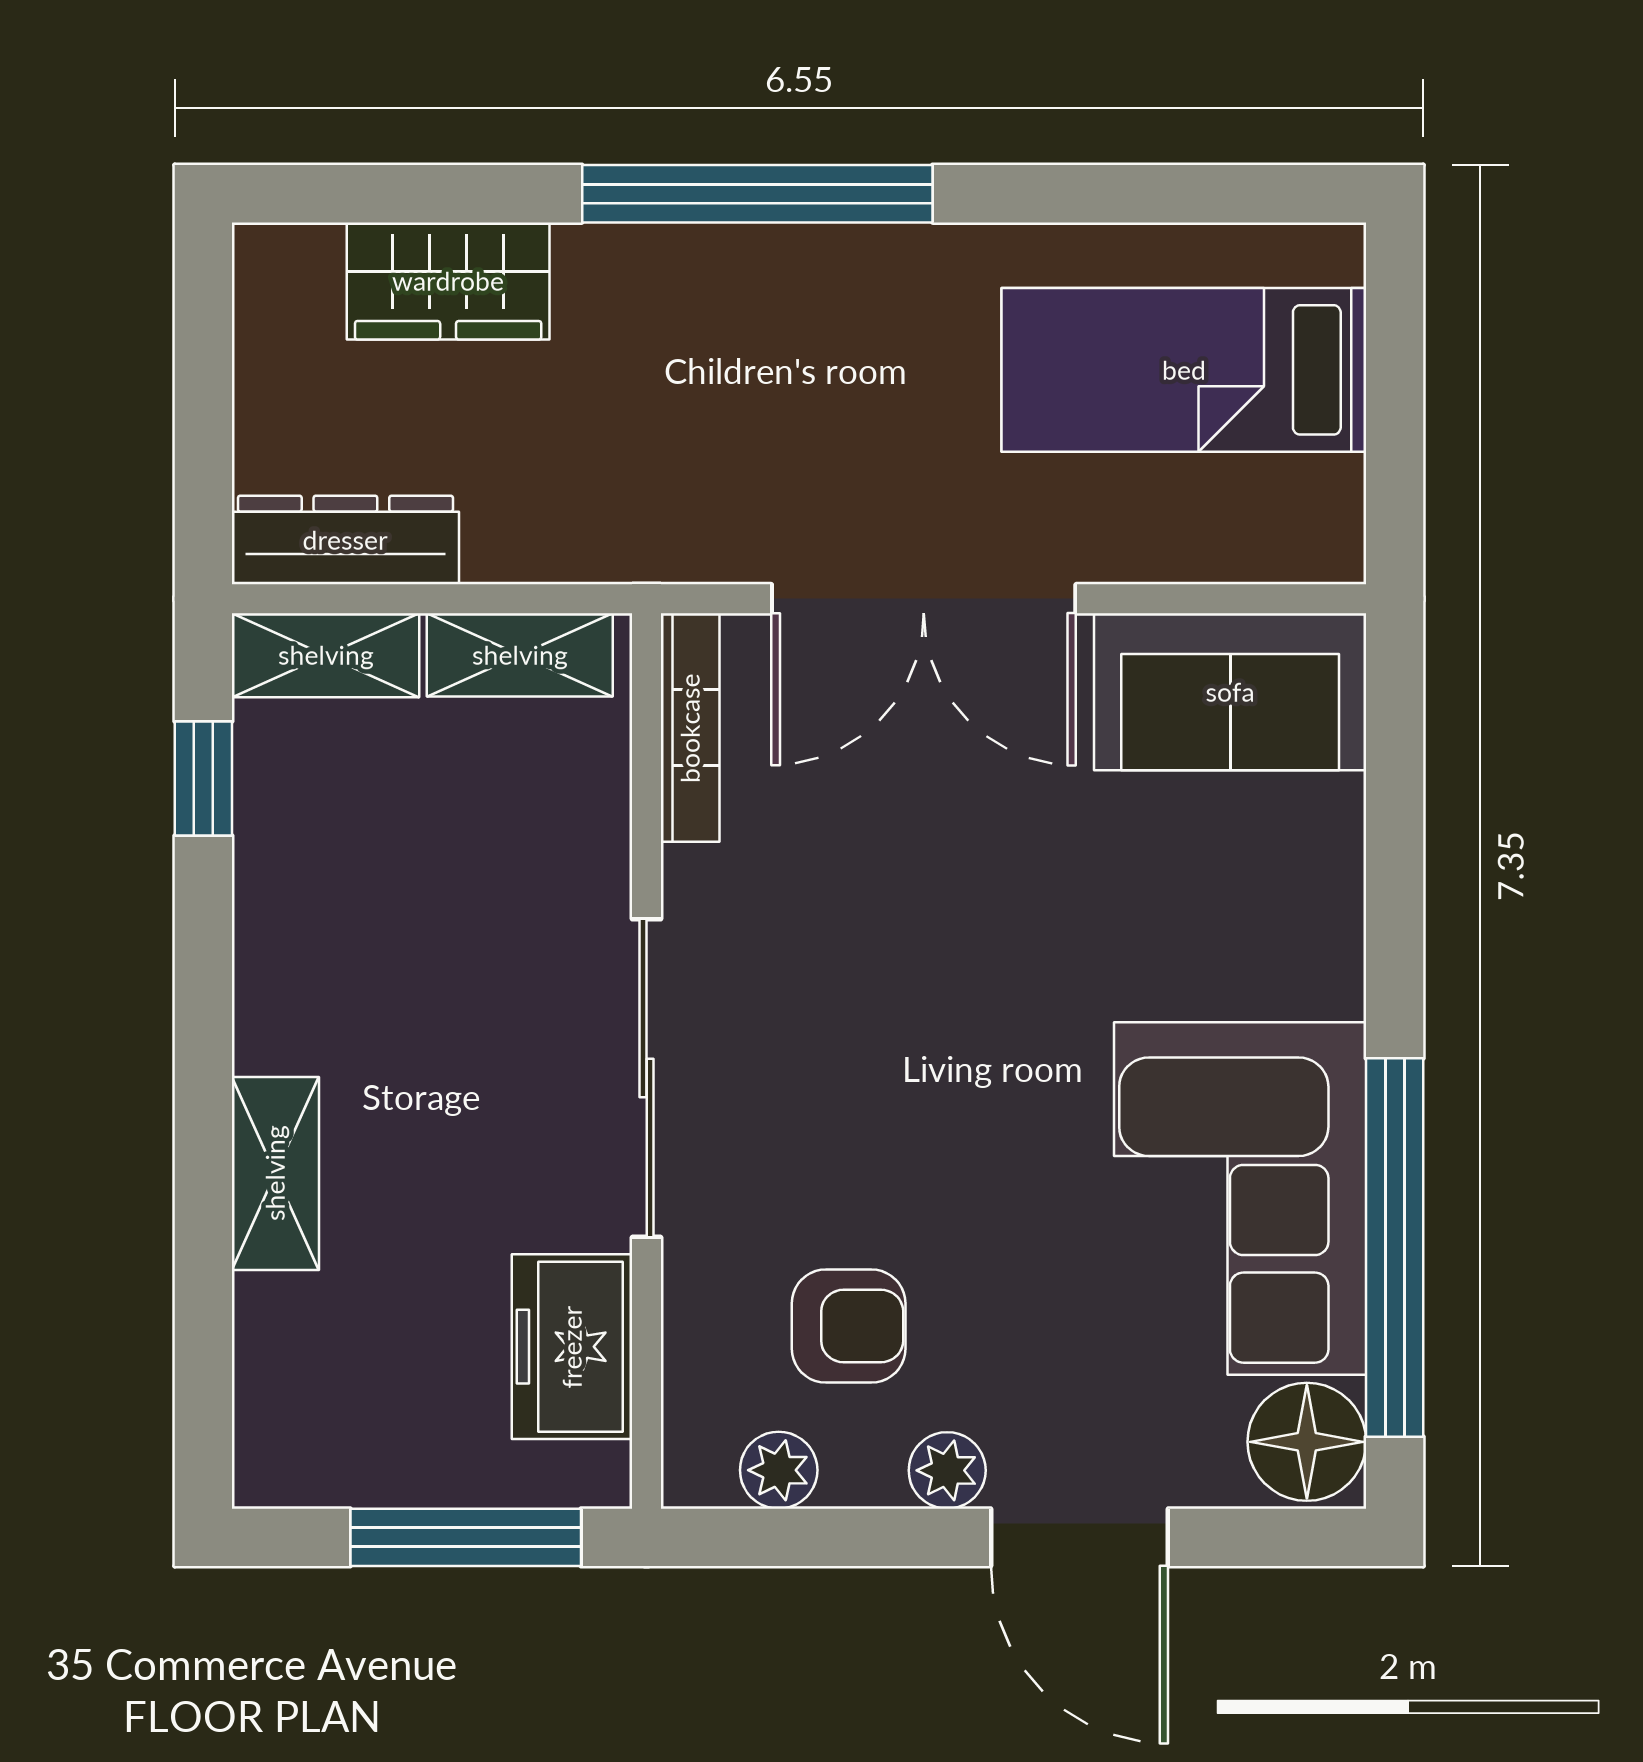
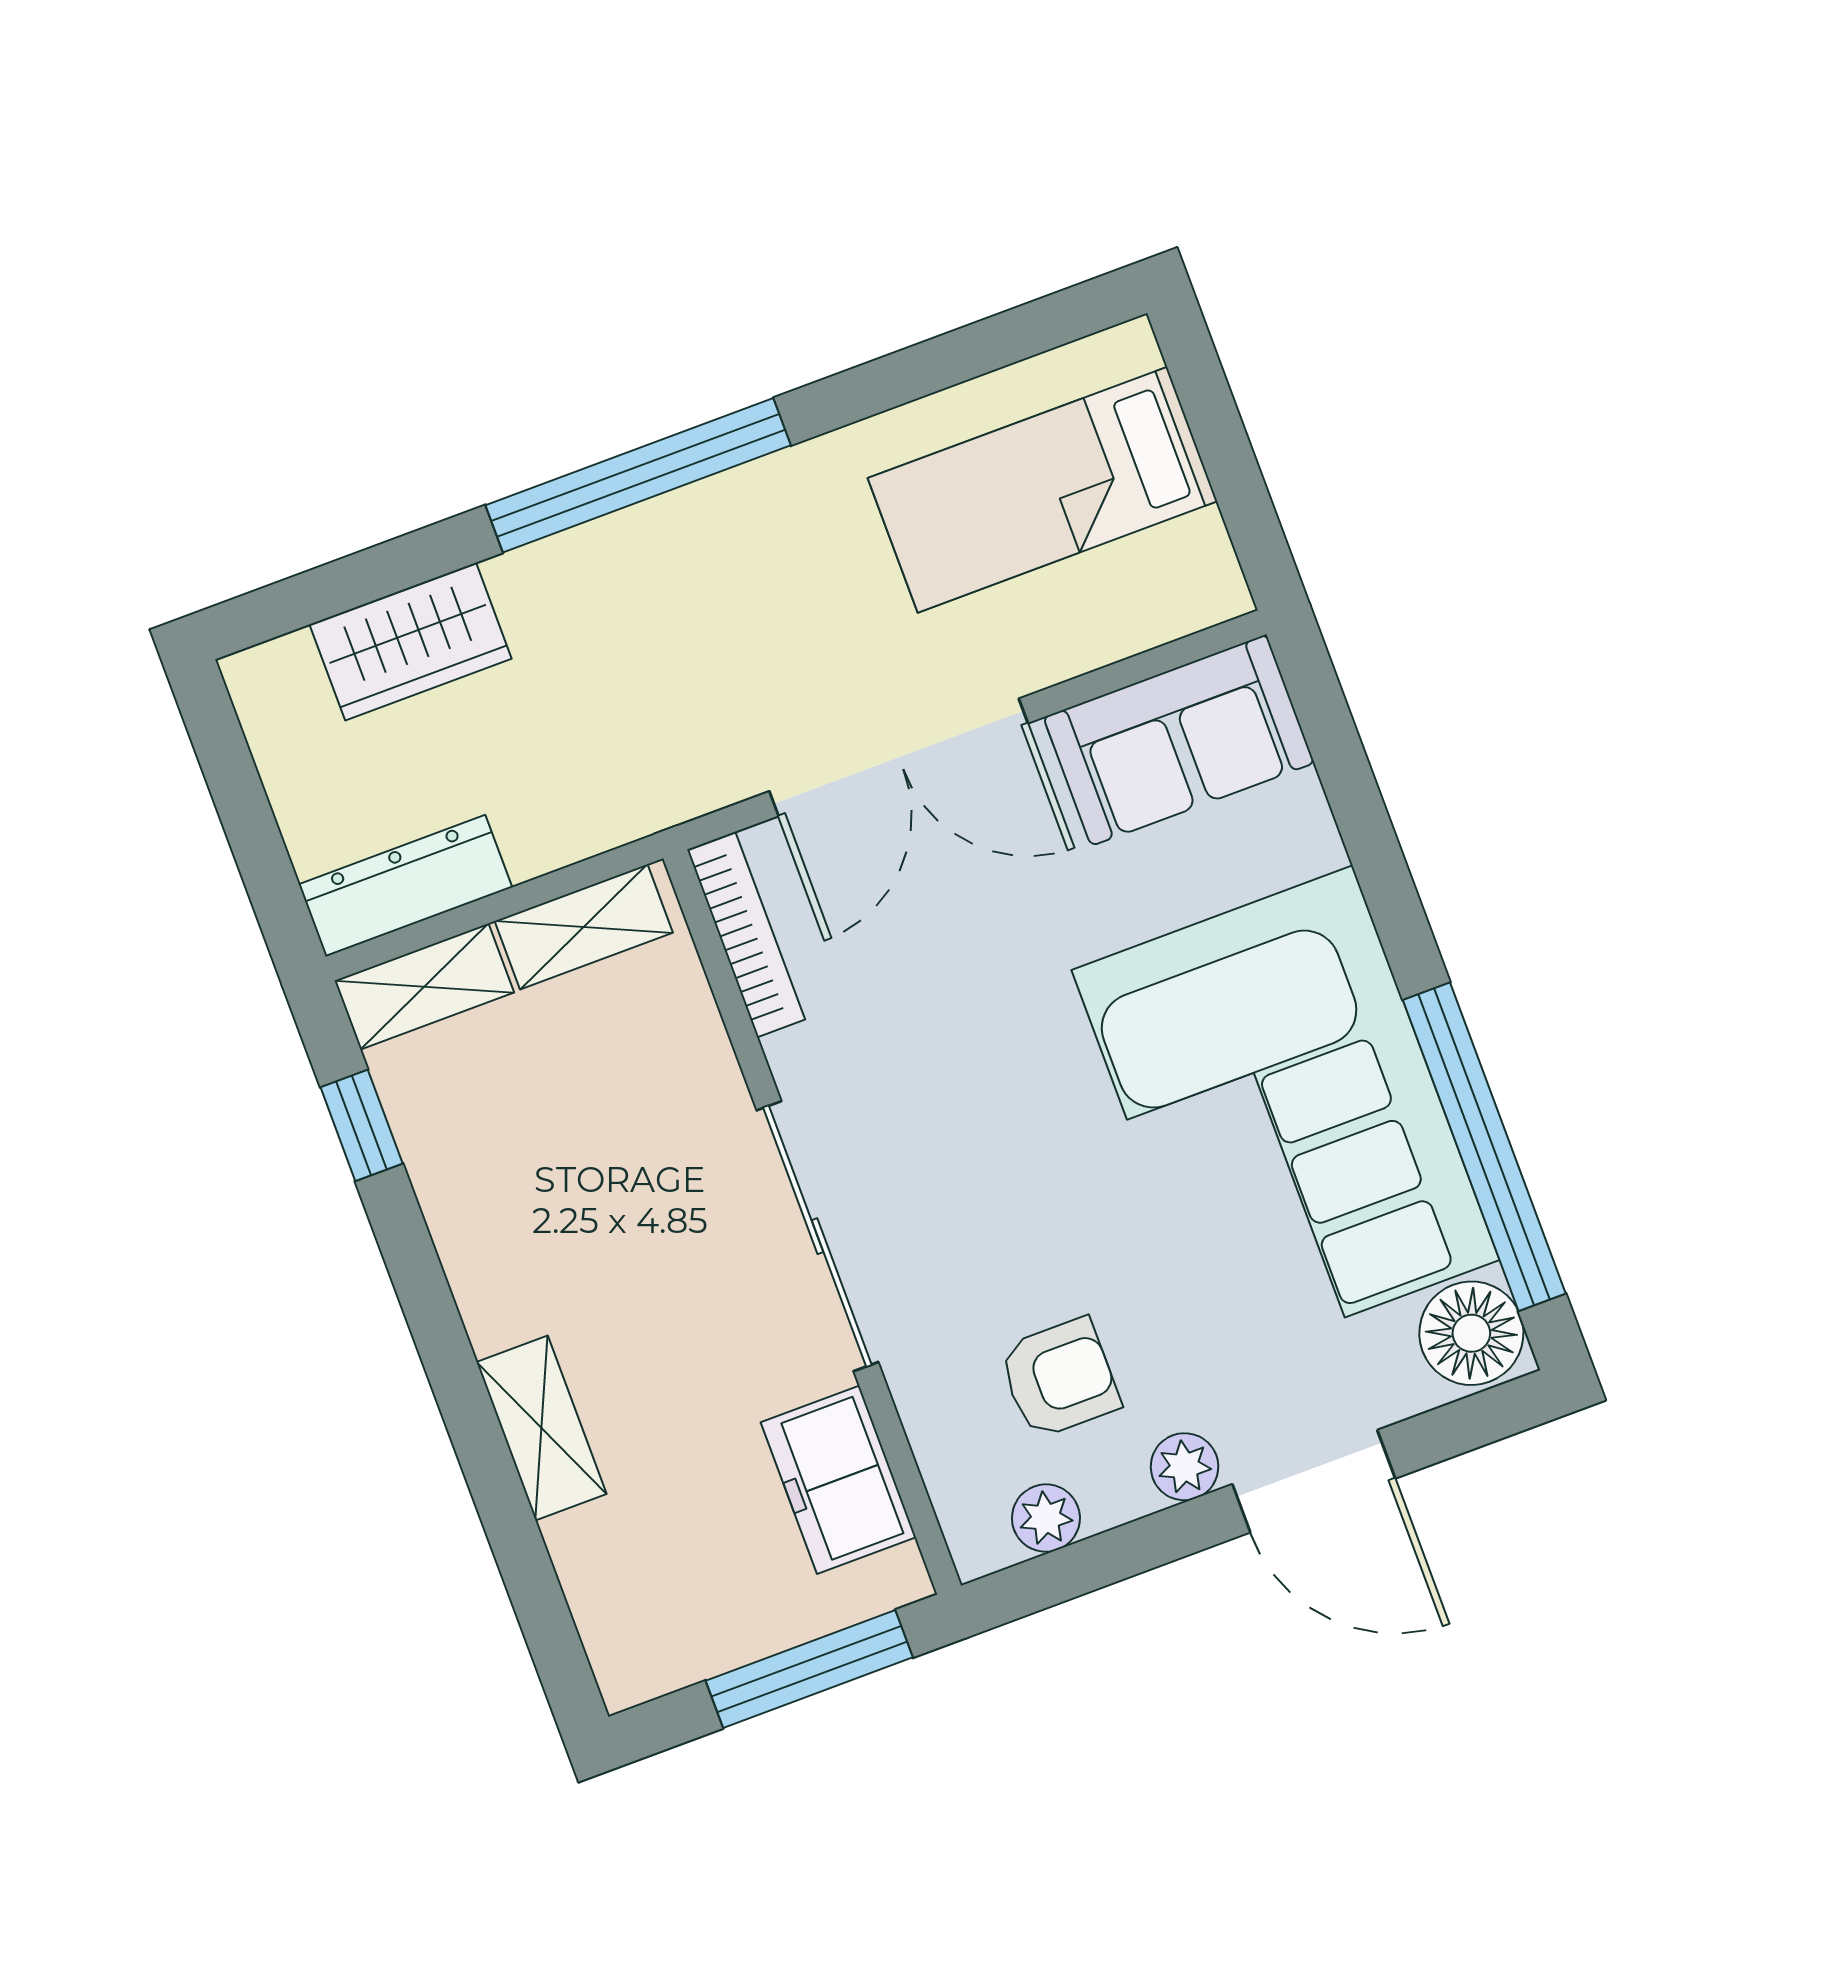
corner sofa: (1240, 1198) -> (1286, 1115), width x1.36, depth x1.36

